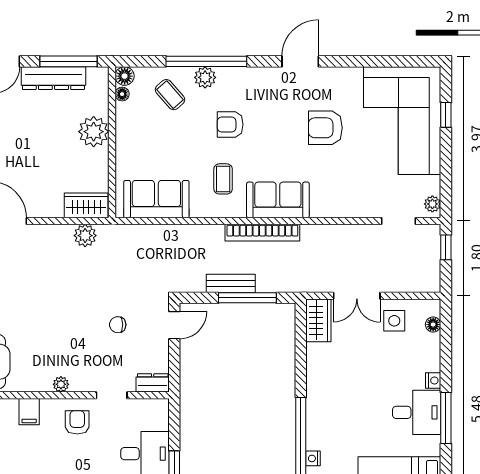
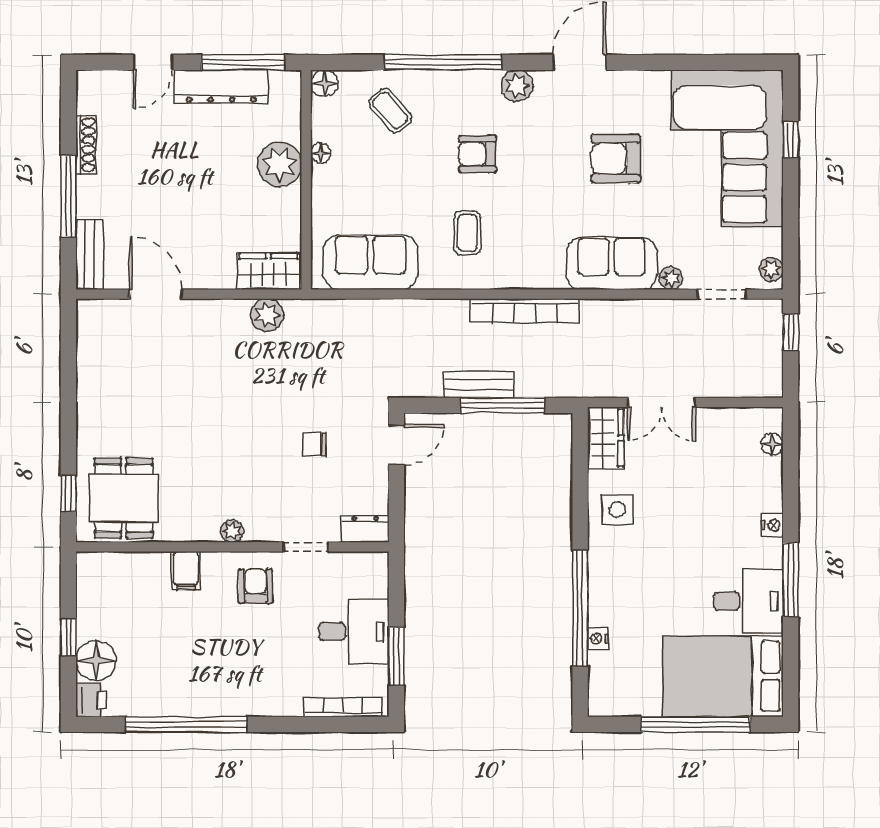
plant: (205, 77) -> (517, 86), moved
floor lamp: (122, 94) -> (321, 153), moved
sofa: (278, 200) -> (612, 263), moved
plant: (363, 210) -> (671, 278), added
side table: (394, 321) -> (617, 509), moved
desk: (417, 412) -> (748, 601), moved

